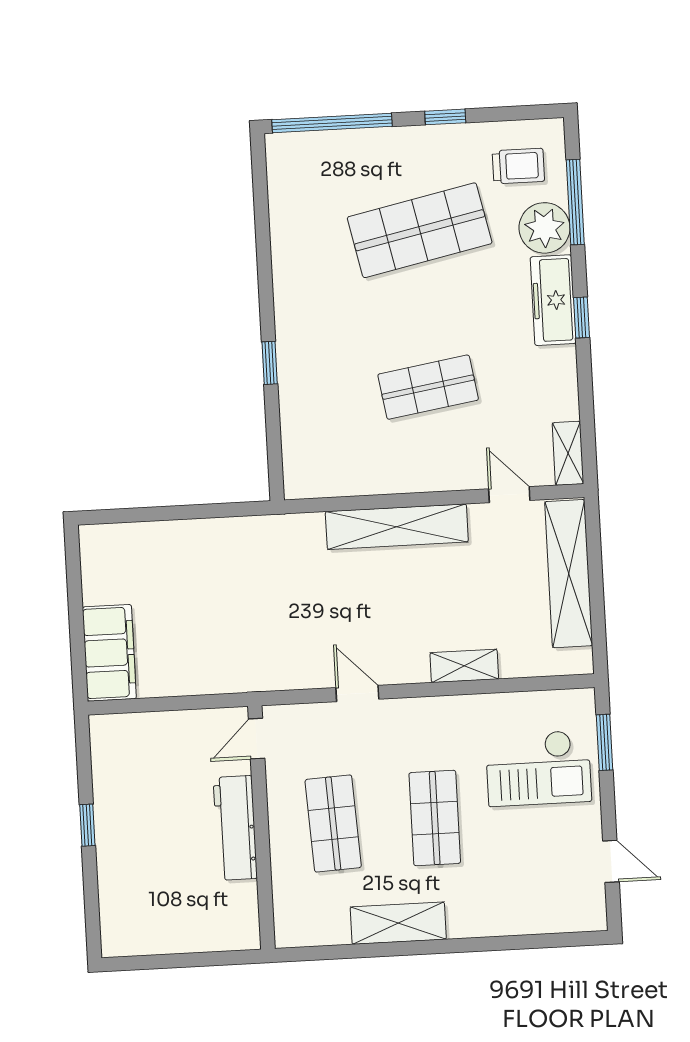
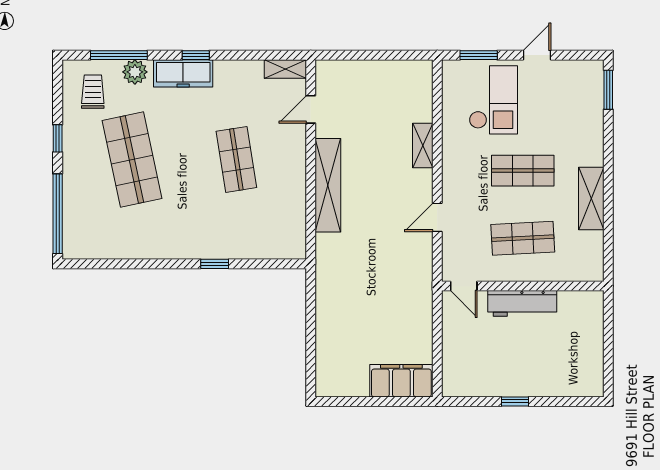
plant: (545, 228) -> (135, 72), width x0.73, depth x0.73
shelving: (569, 574) -> (365, 73), removed
door: (611, 861) -> (537, 55), moved
window: (563, 940) -> (608, 90), added

